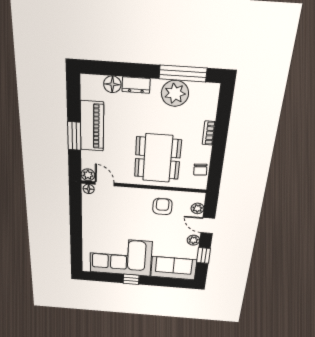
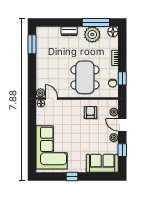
floor lamp: (112, 84) -> (113, 32), moved
piano: (92, 126) -> (43, 59), removed
window: (74, 136) -> (32, 44), moved
window: (216, 164) -> (122, 78), added
corner sofa: (121, 257) -> (52, 147), moved, turned 90

